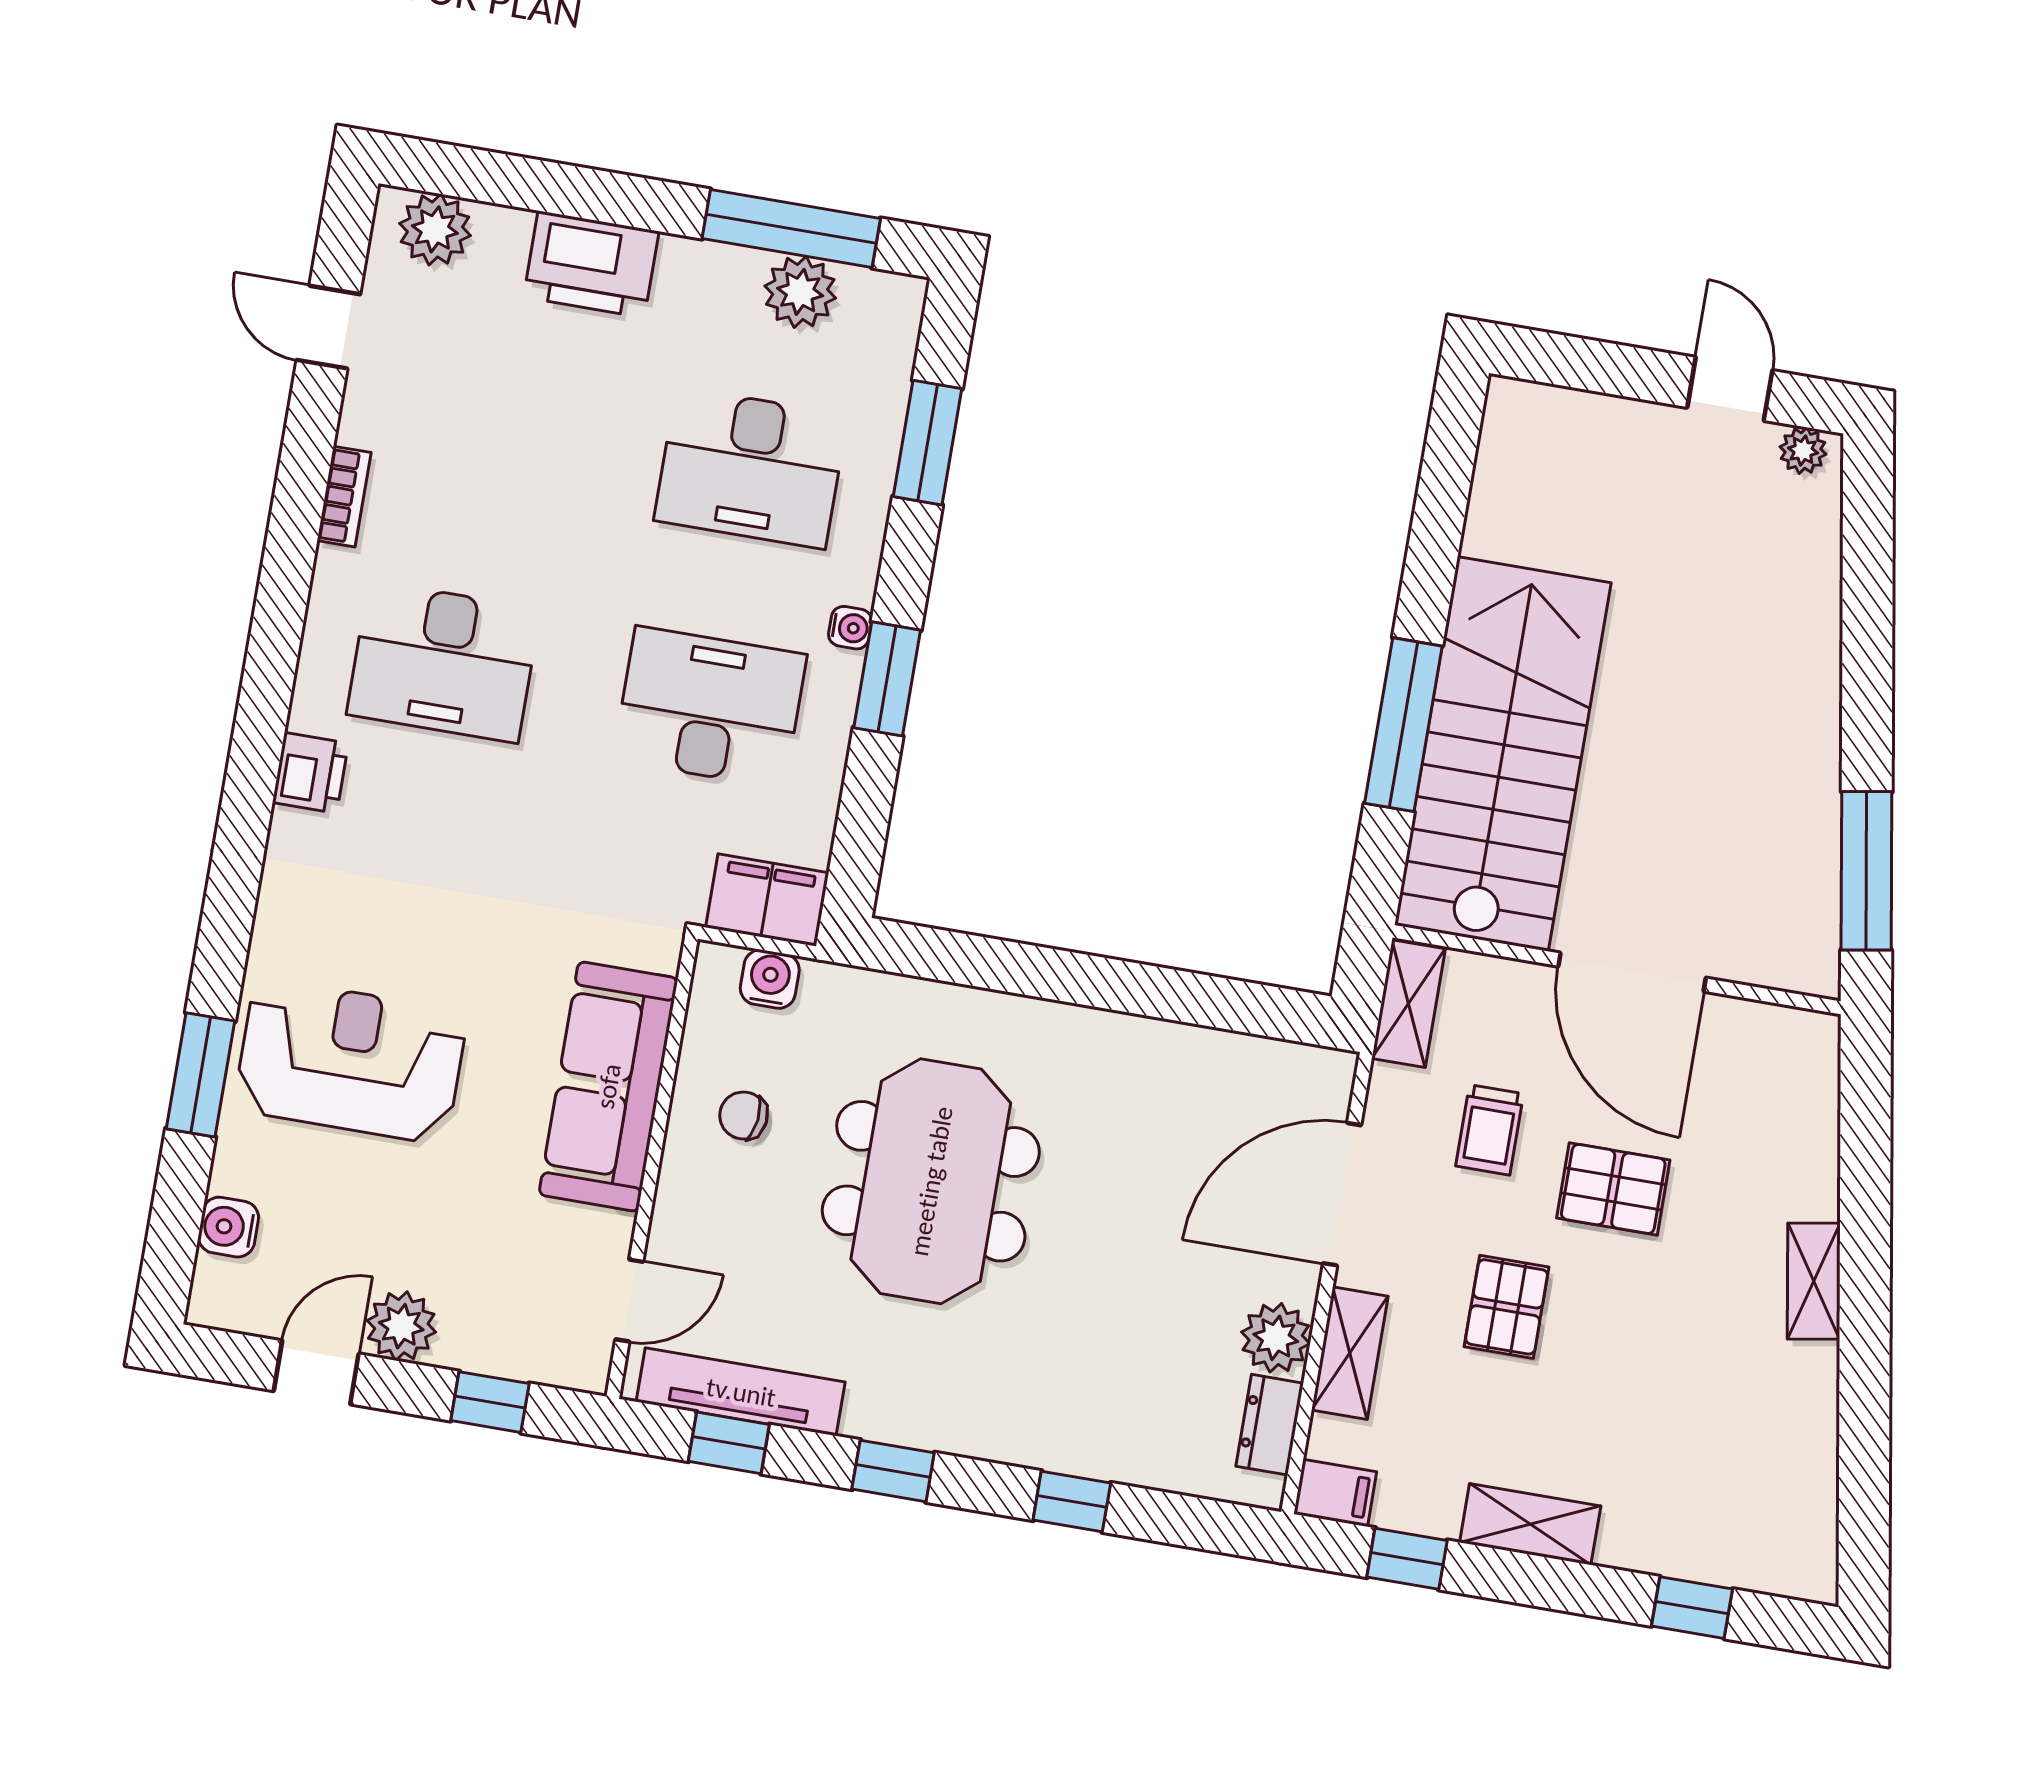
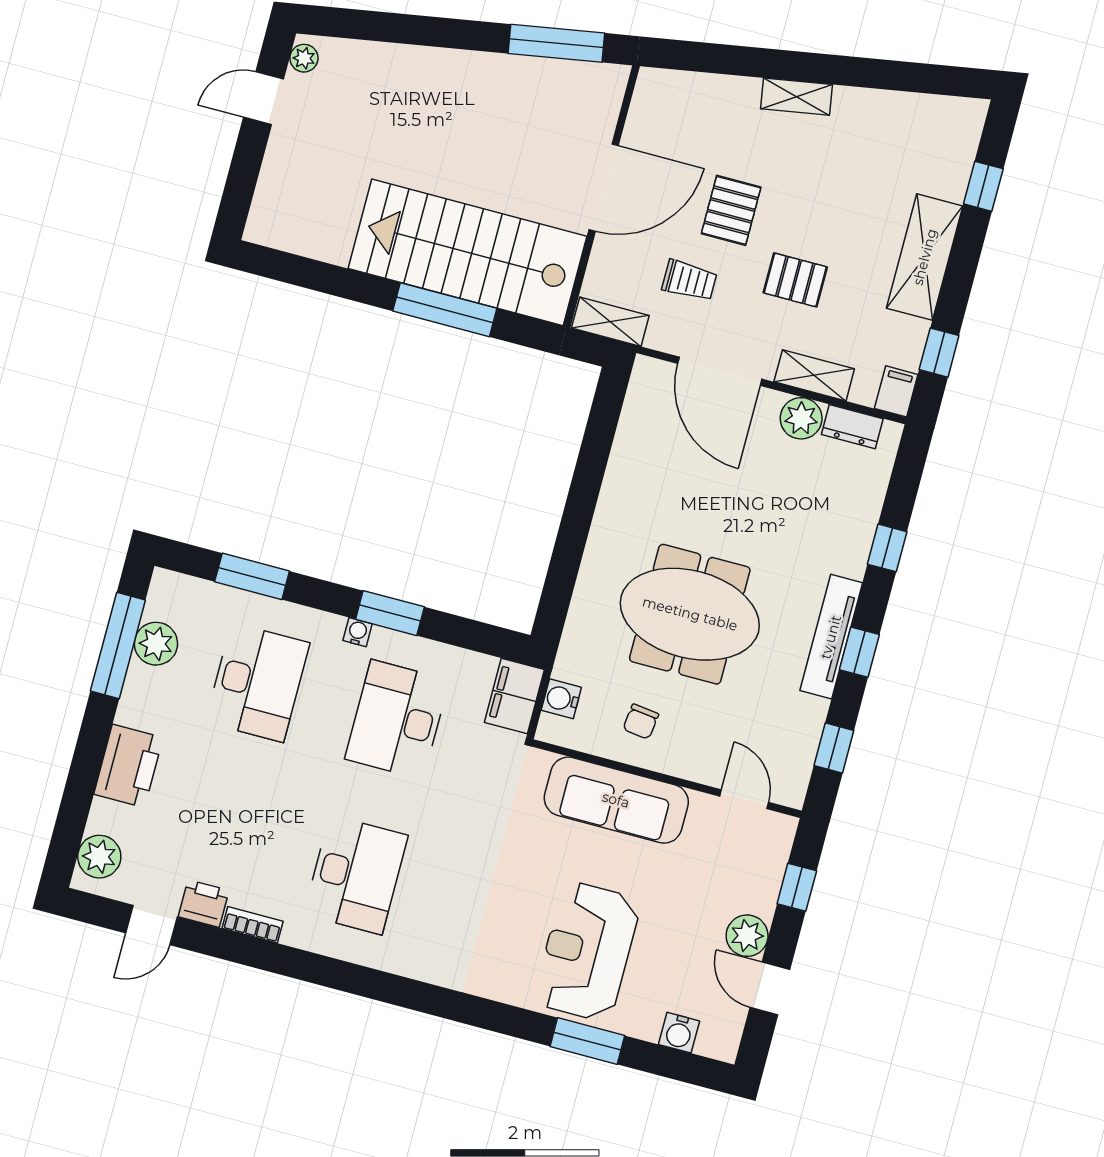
printer: (310, 773) -> (204, 904), moved
tv unit: (741, 1392) -> (831, 637), moved
shelving: (1530, 1524) -> (925, 257), width x1.50, depth x1.33

